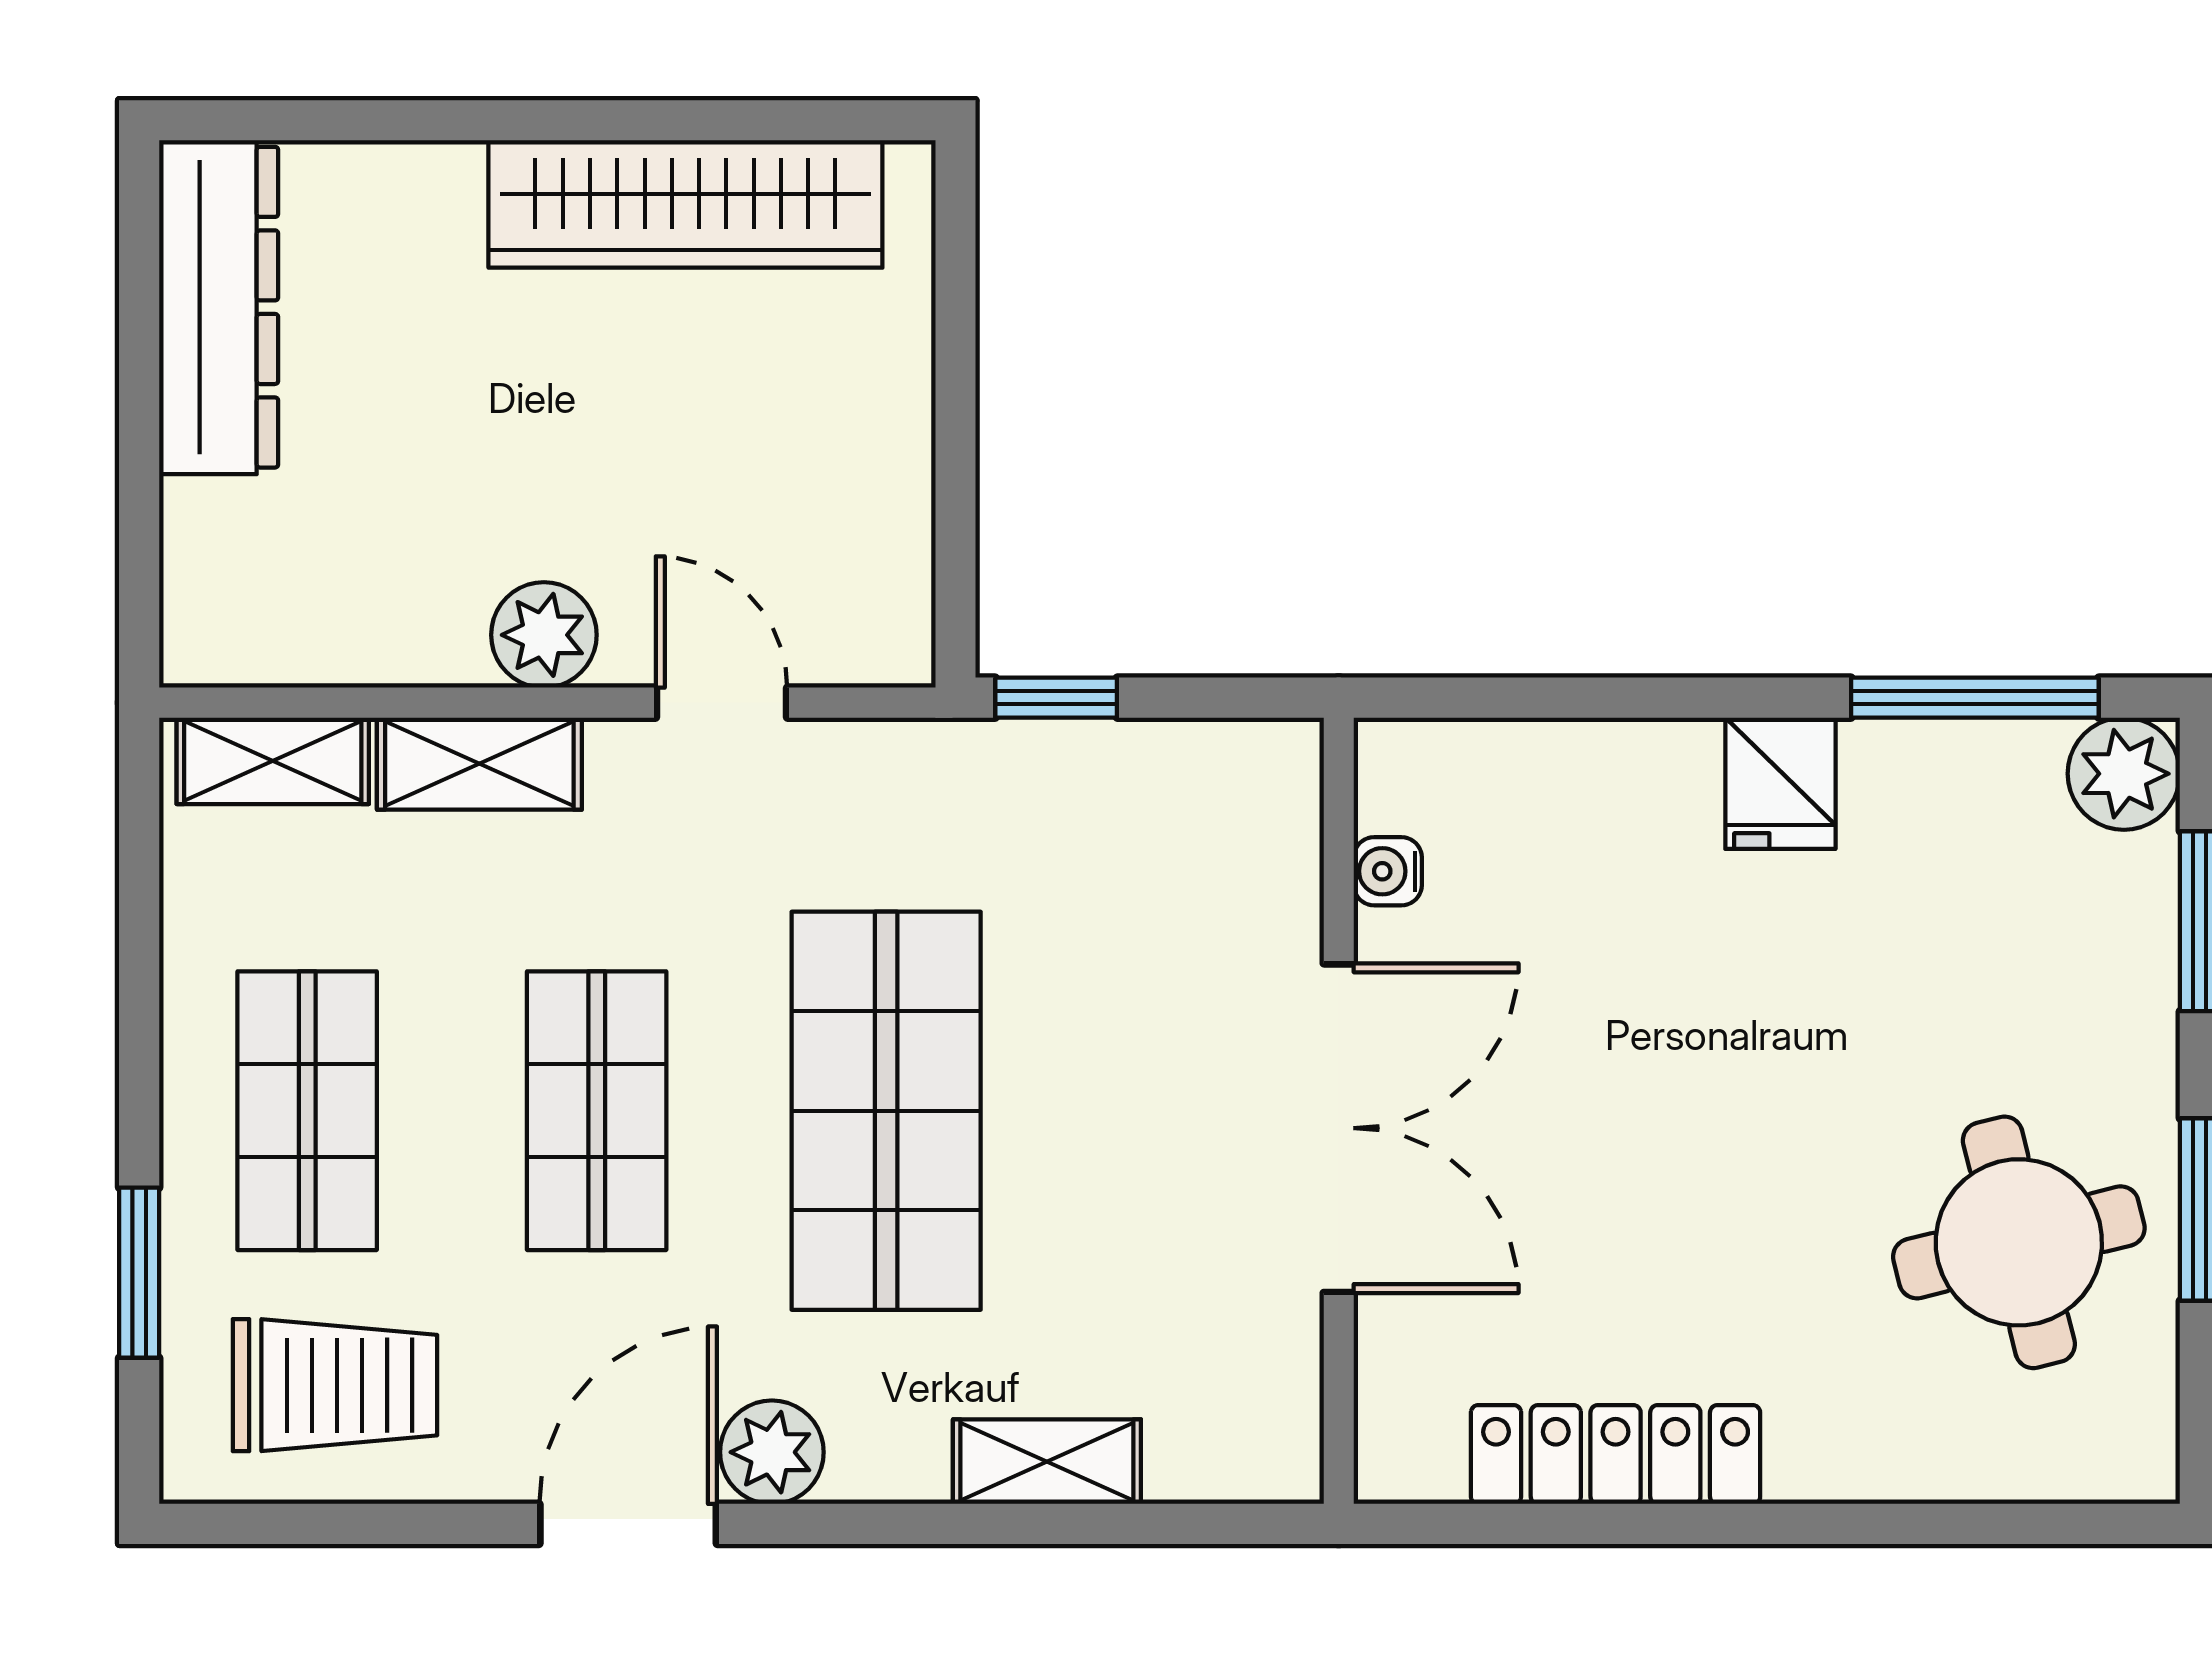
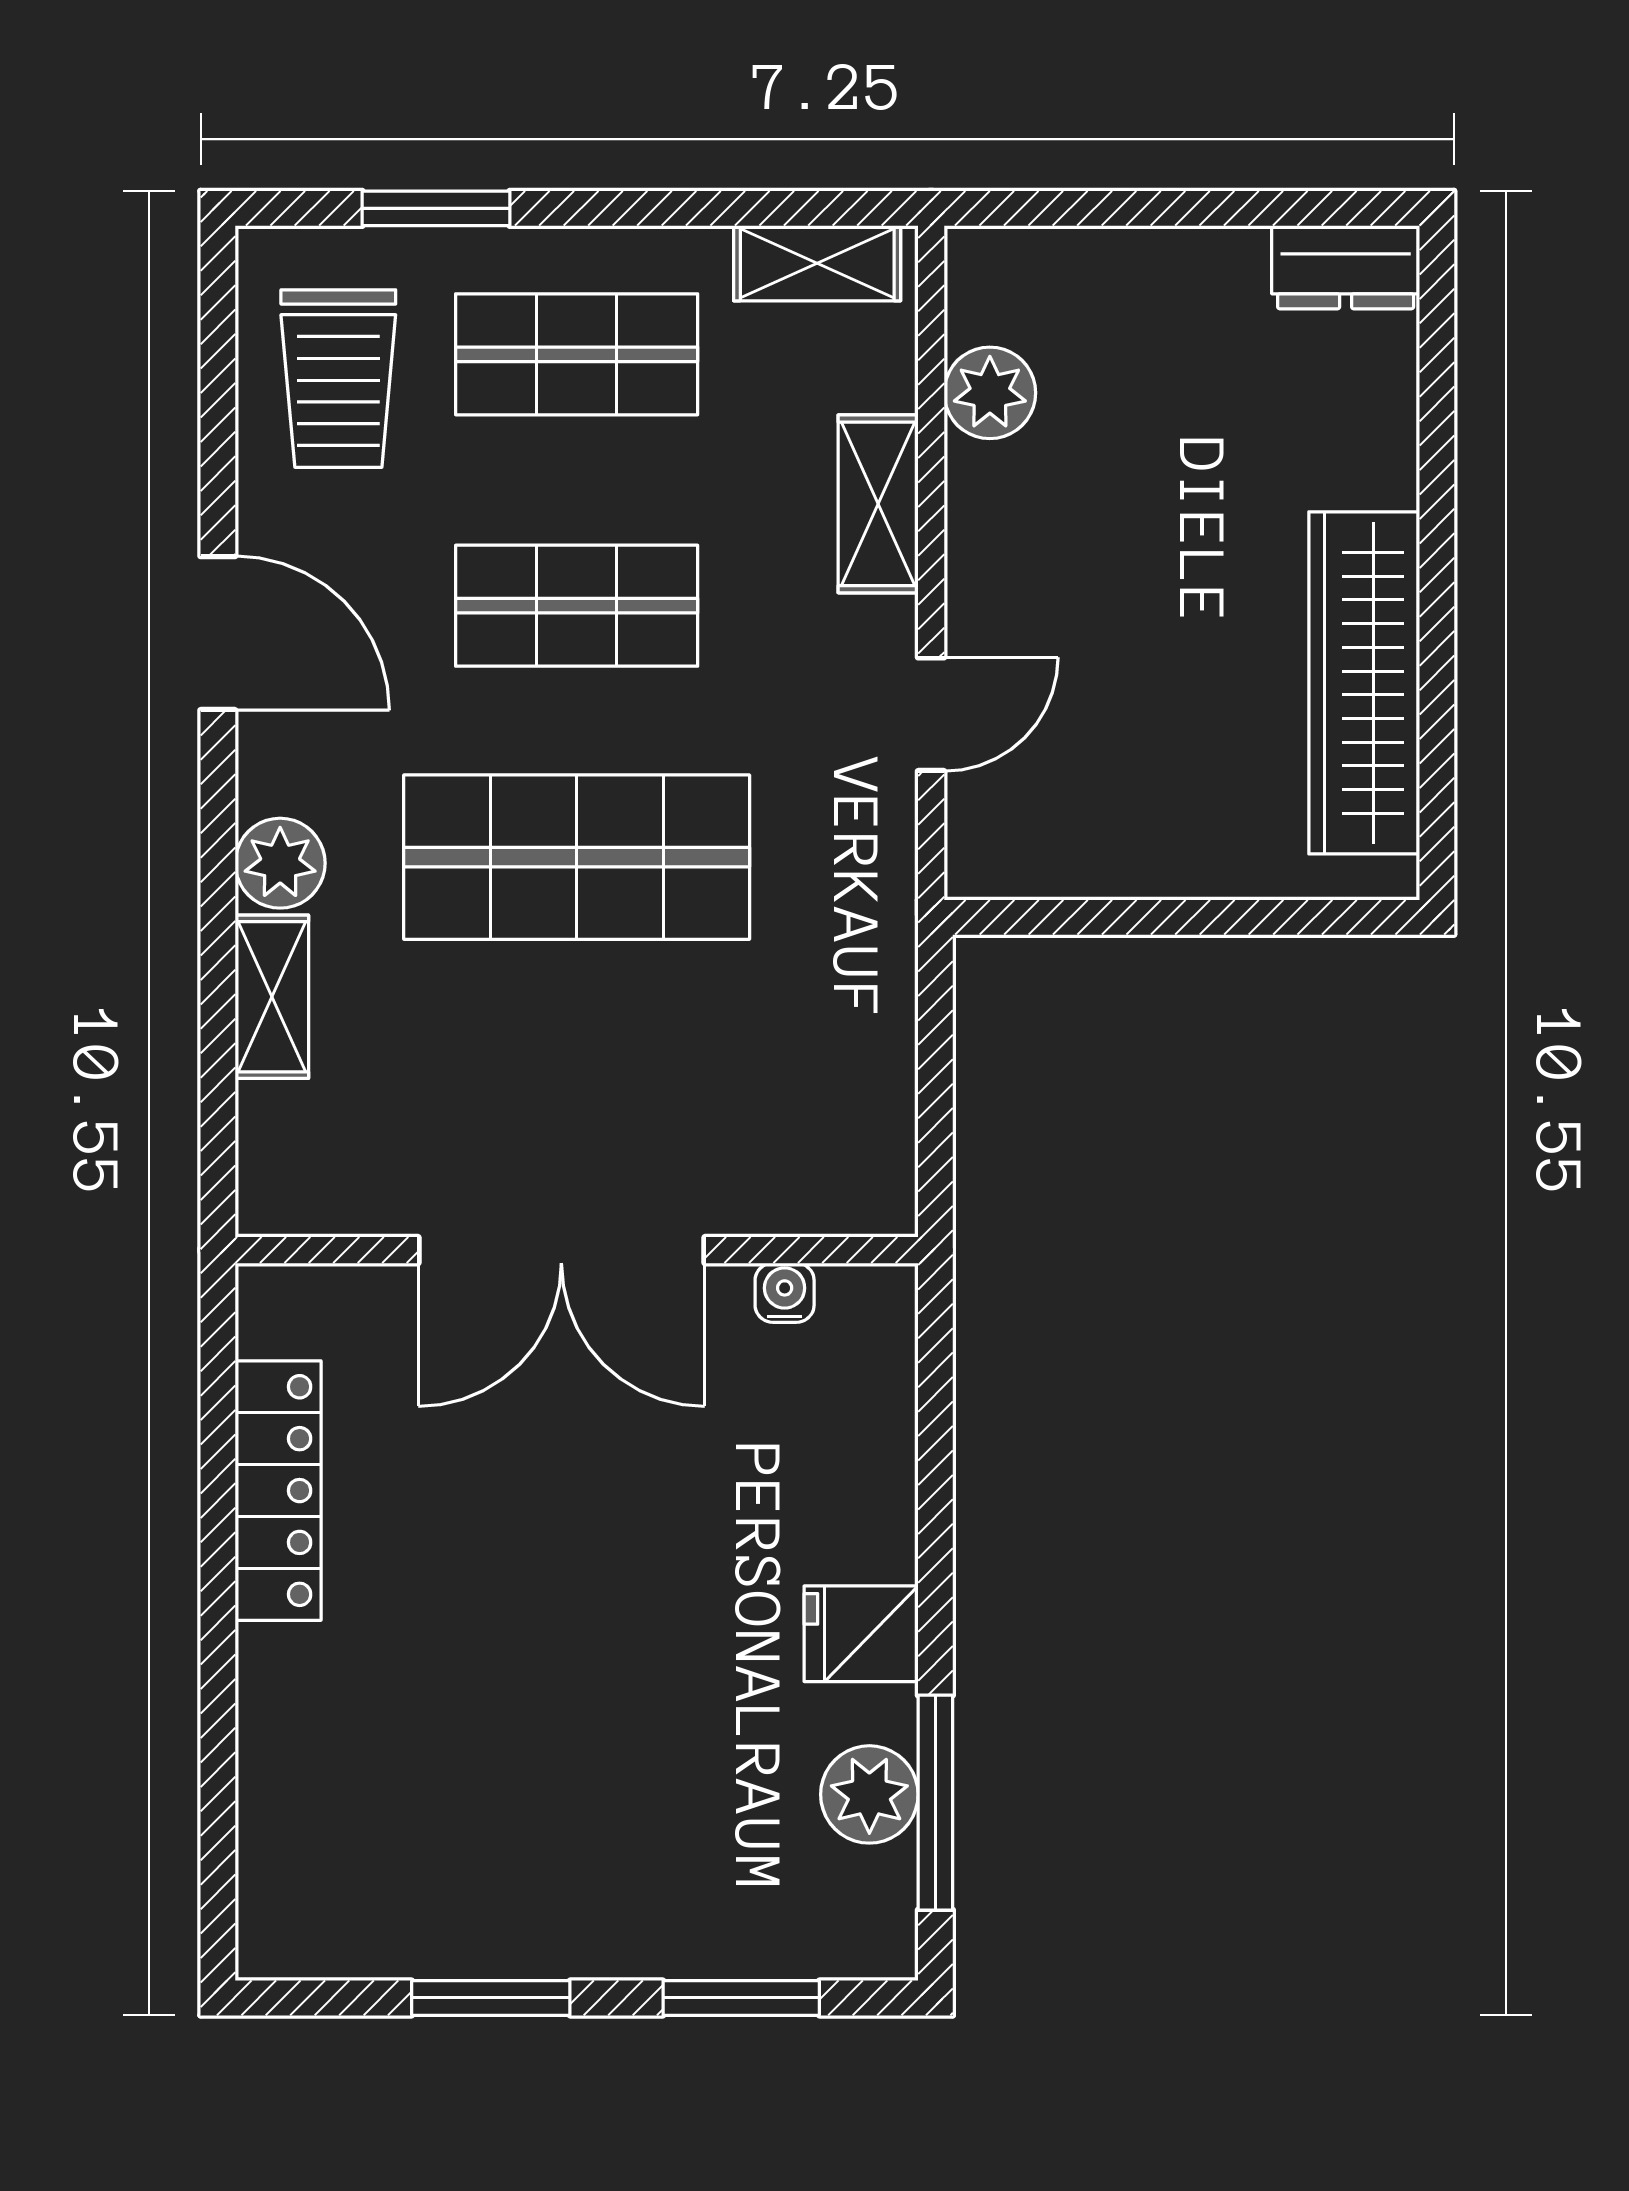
dresser: (219, 307) -> (1346, 267), width x0.51, depth x0.80
plant: (544, 635) -> (990, 393), moved
window: (1056, 698) -> (935, 1005), removed
shelving: (273, 761) -> (817, 263), moved, turned 90
plant: (2124, 774) -> (869, 1794), moved
round table: (2019, 1242) -> (462, 1841), removed
plant: (772, 1452) -> (280, 863), moved

